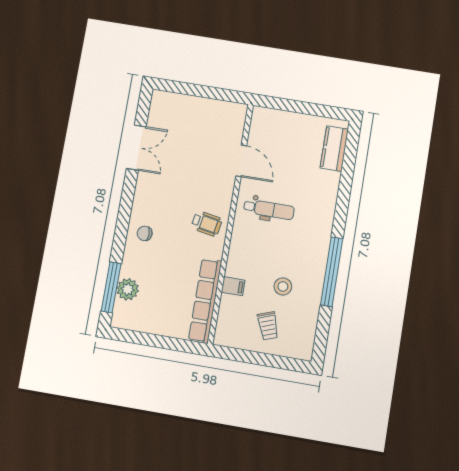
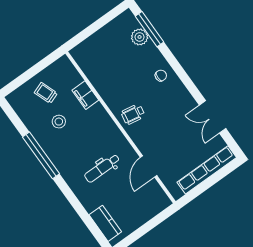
door: (241, 161) -> (149, 166), hinge flipped
dental chair: (269, 209) -> (102, 168), moved
filing cabinet: (233, 286) -> (85, 95), width x2.00
row of seats: (205, 301) -> (207, 170), moved, turned -90

